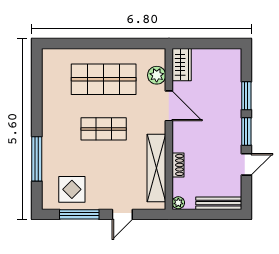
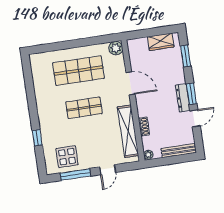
wardrobe: (182, 65) -> (161, 42), moved, turned 90
plant: (157, 75) -> (116, 48), moved
window: (246, 96) -> (186, 56), moved
dresser: (234, 135) -> (183, 98), added
window: (37, 159) -> (37, 138), width x0.46

